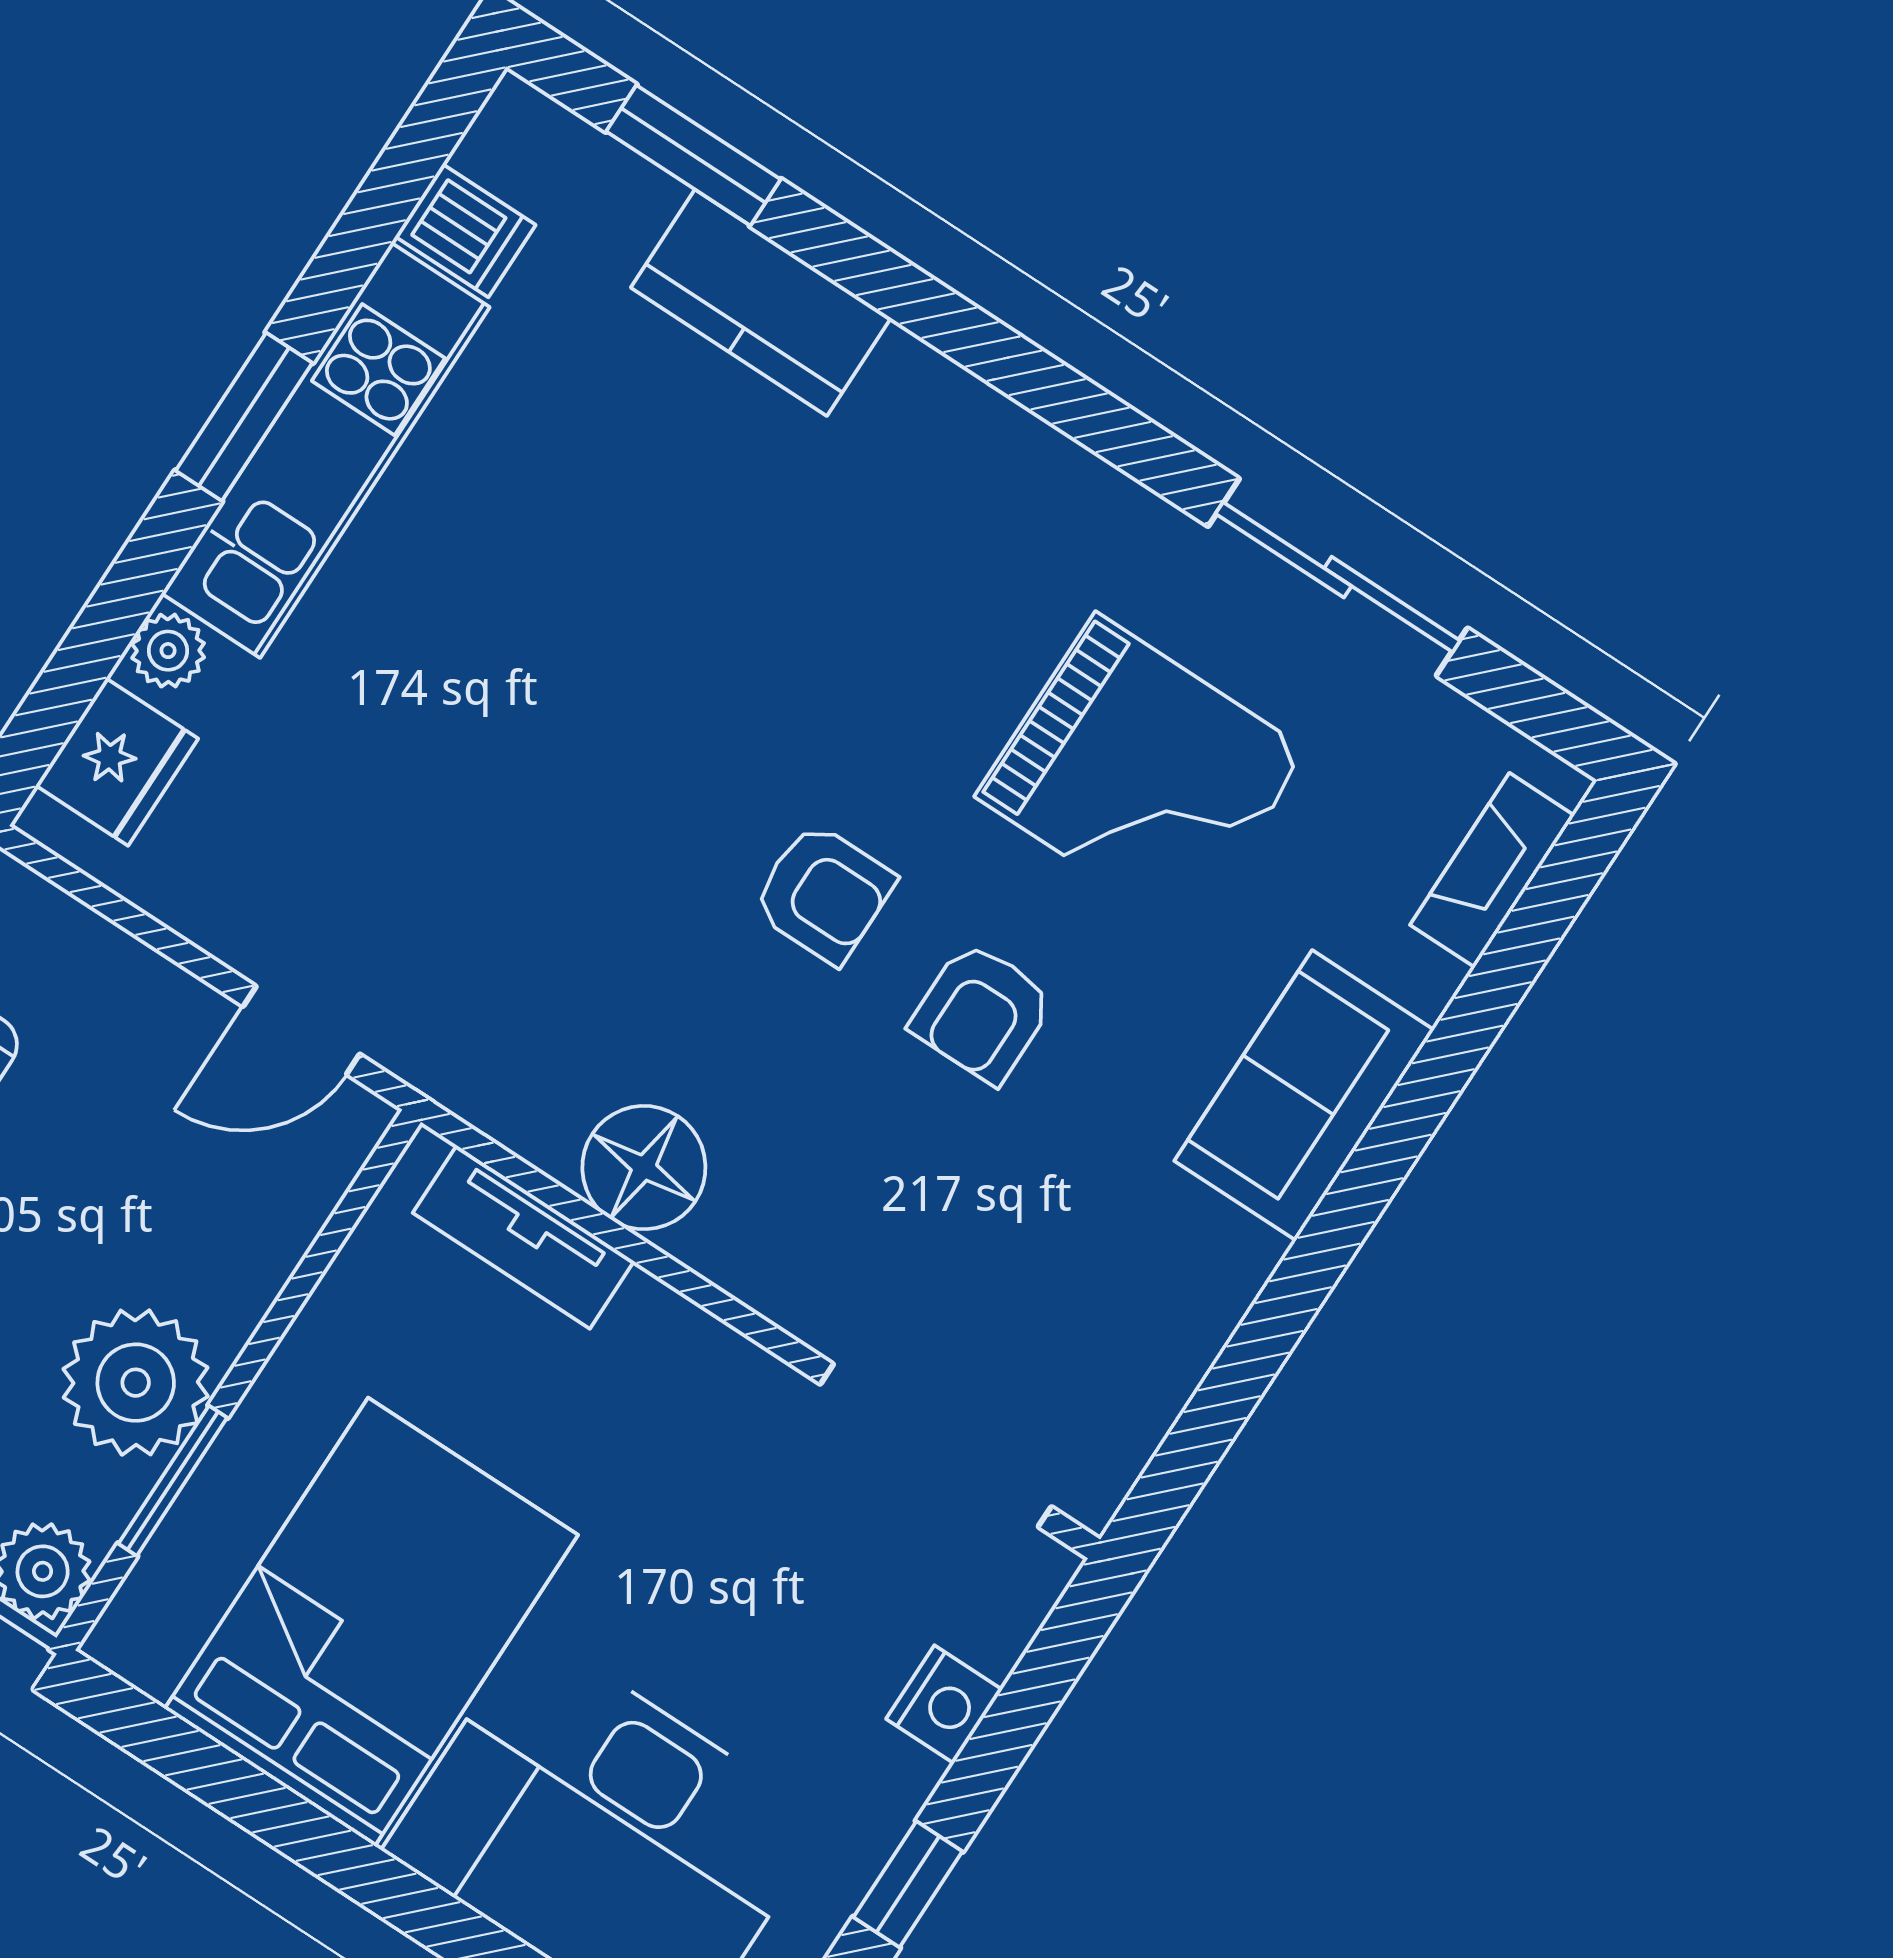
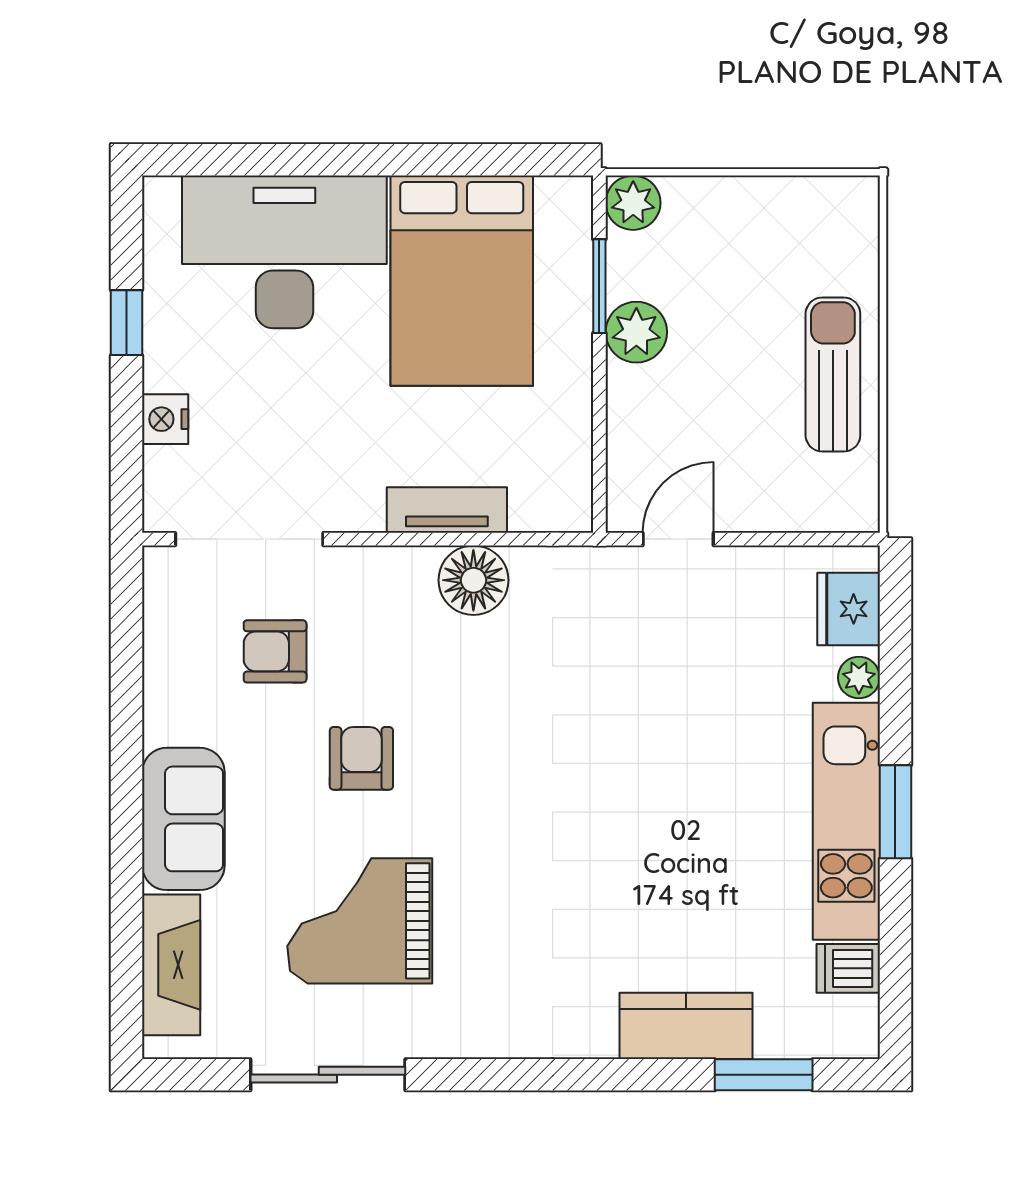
fireplace: (1492, 870) -> (171, 965), width x1.37, depth x1.32
armchair: (823, 893) -> (275, 651), moved
tv unit: (523, 1237) -> (447, 510), moved
plant: (136, 1383) -> (636, 332), width x0.73, depth x0.73

